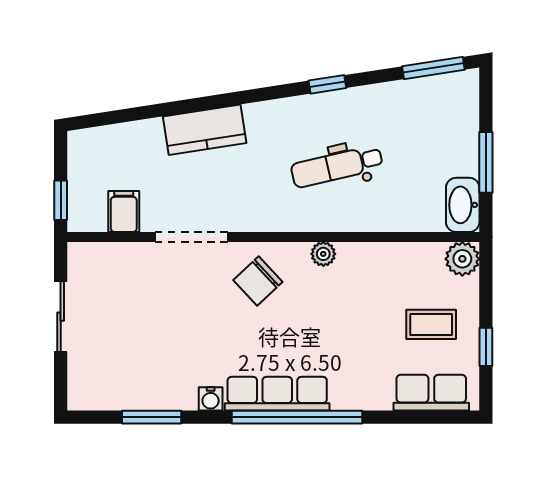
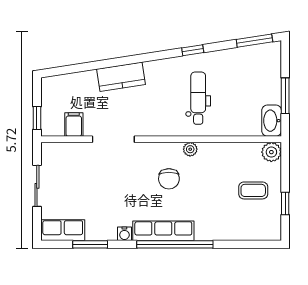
dental chair: (337, 166) -> (198, 98), turned 103
chair: (258, 281) -> (169, 179), moved, turned -47
row of seats: (431, 393) -> (63, 230), moved

